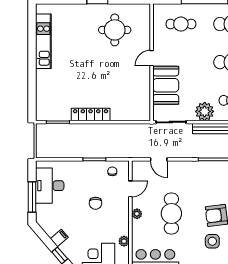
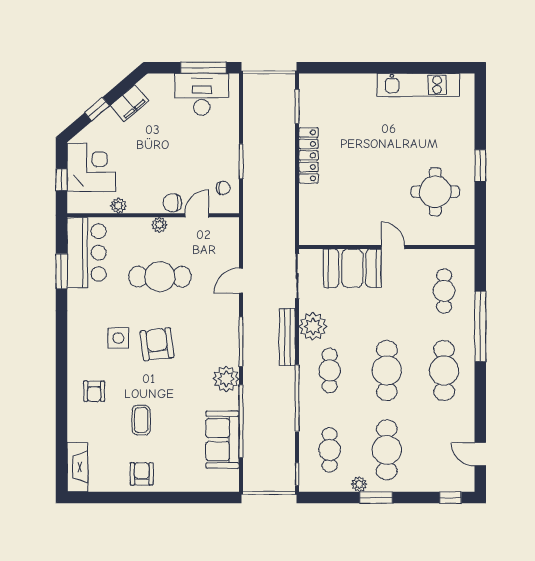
door: (159, 159) -> (241, 281), moved
door: (130, 189) -> (197, 215), swing flipped
window: (32, 197) -> (203, 68), moved
chair: (95, 203) -> (172, 203), moved
filing cabinet: (59, 238) -> (129, 103), width x2.00

